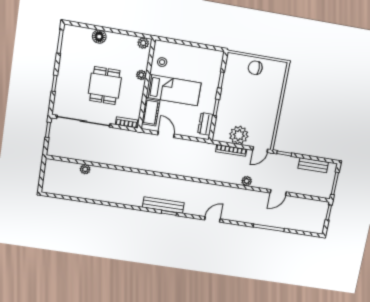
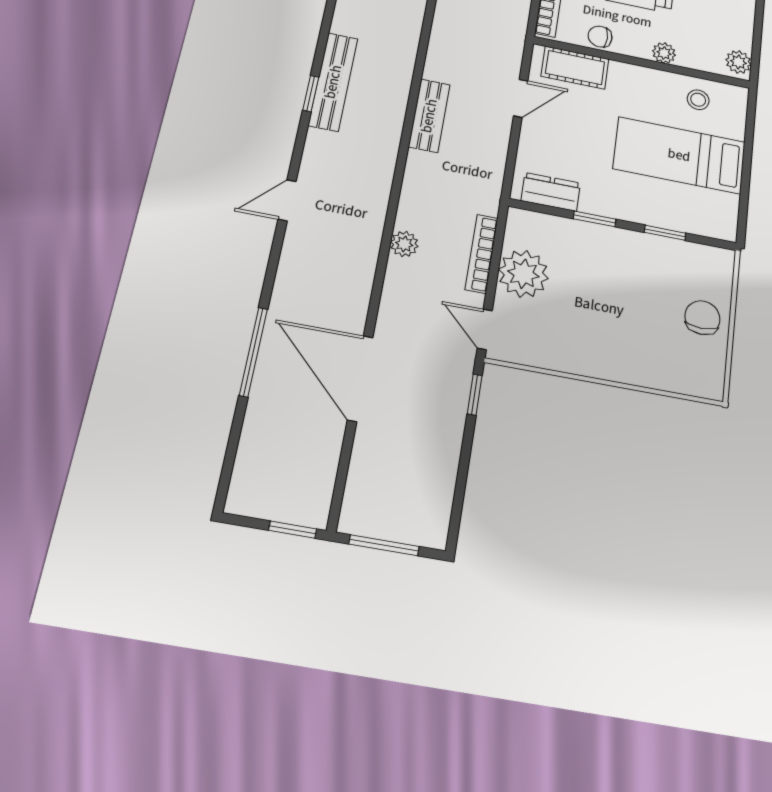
bed: (174, 90) -> (679, 155), moved, turned 90
chair: (136, 101) -> (600, 37), added
bench: (313, 165) -> (429, 116), moved
plant: (247, 181) -> (404, 244), moved
door: (278, 192) -> (360, 378), width x1.88
door: (212, 219) -> (287, 200), swing flipped

